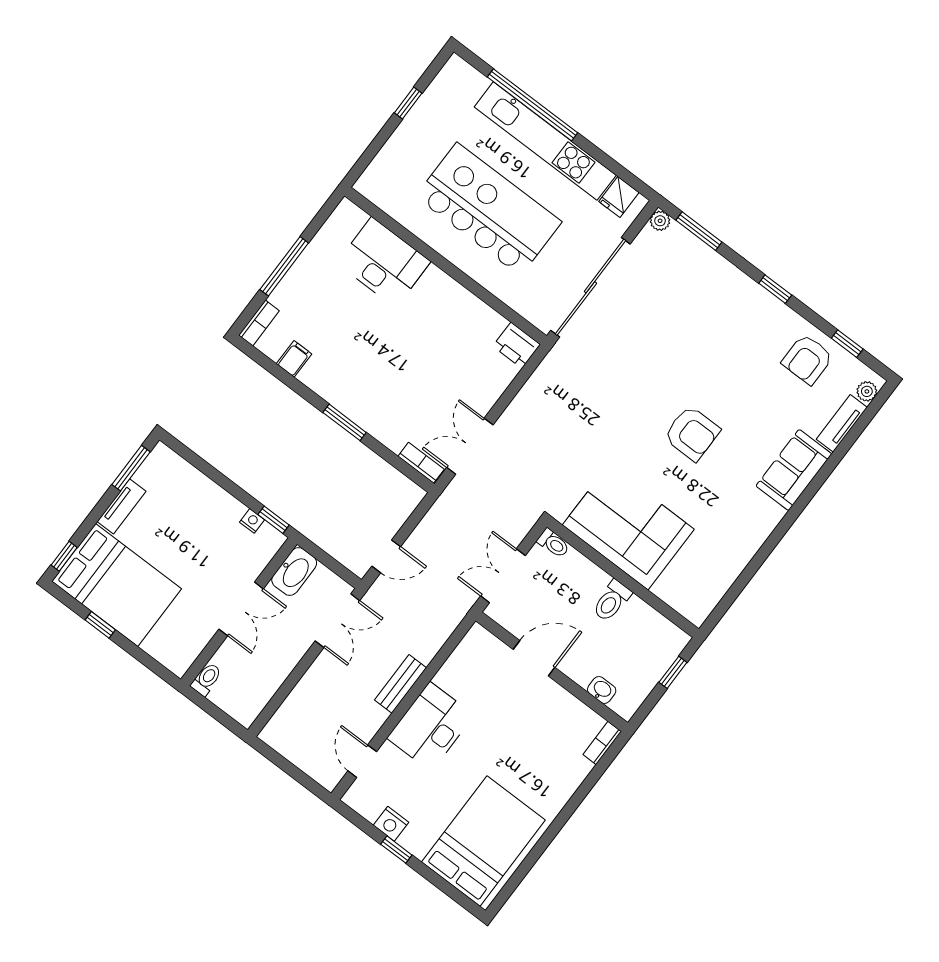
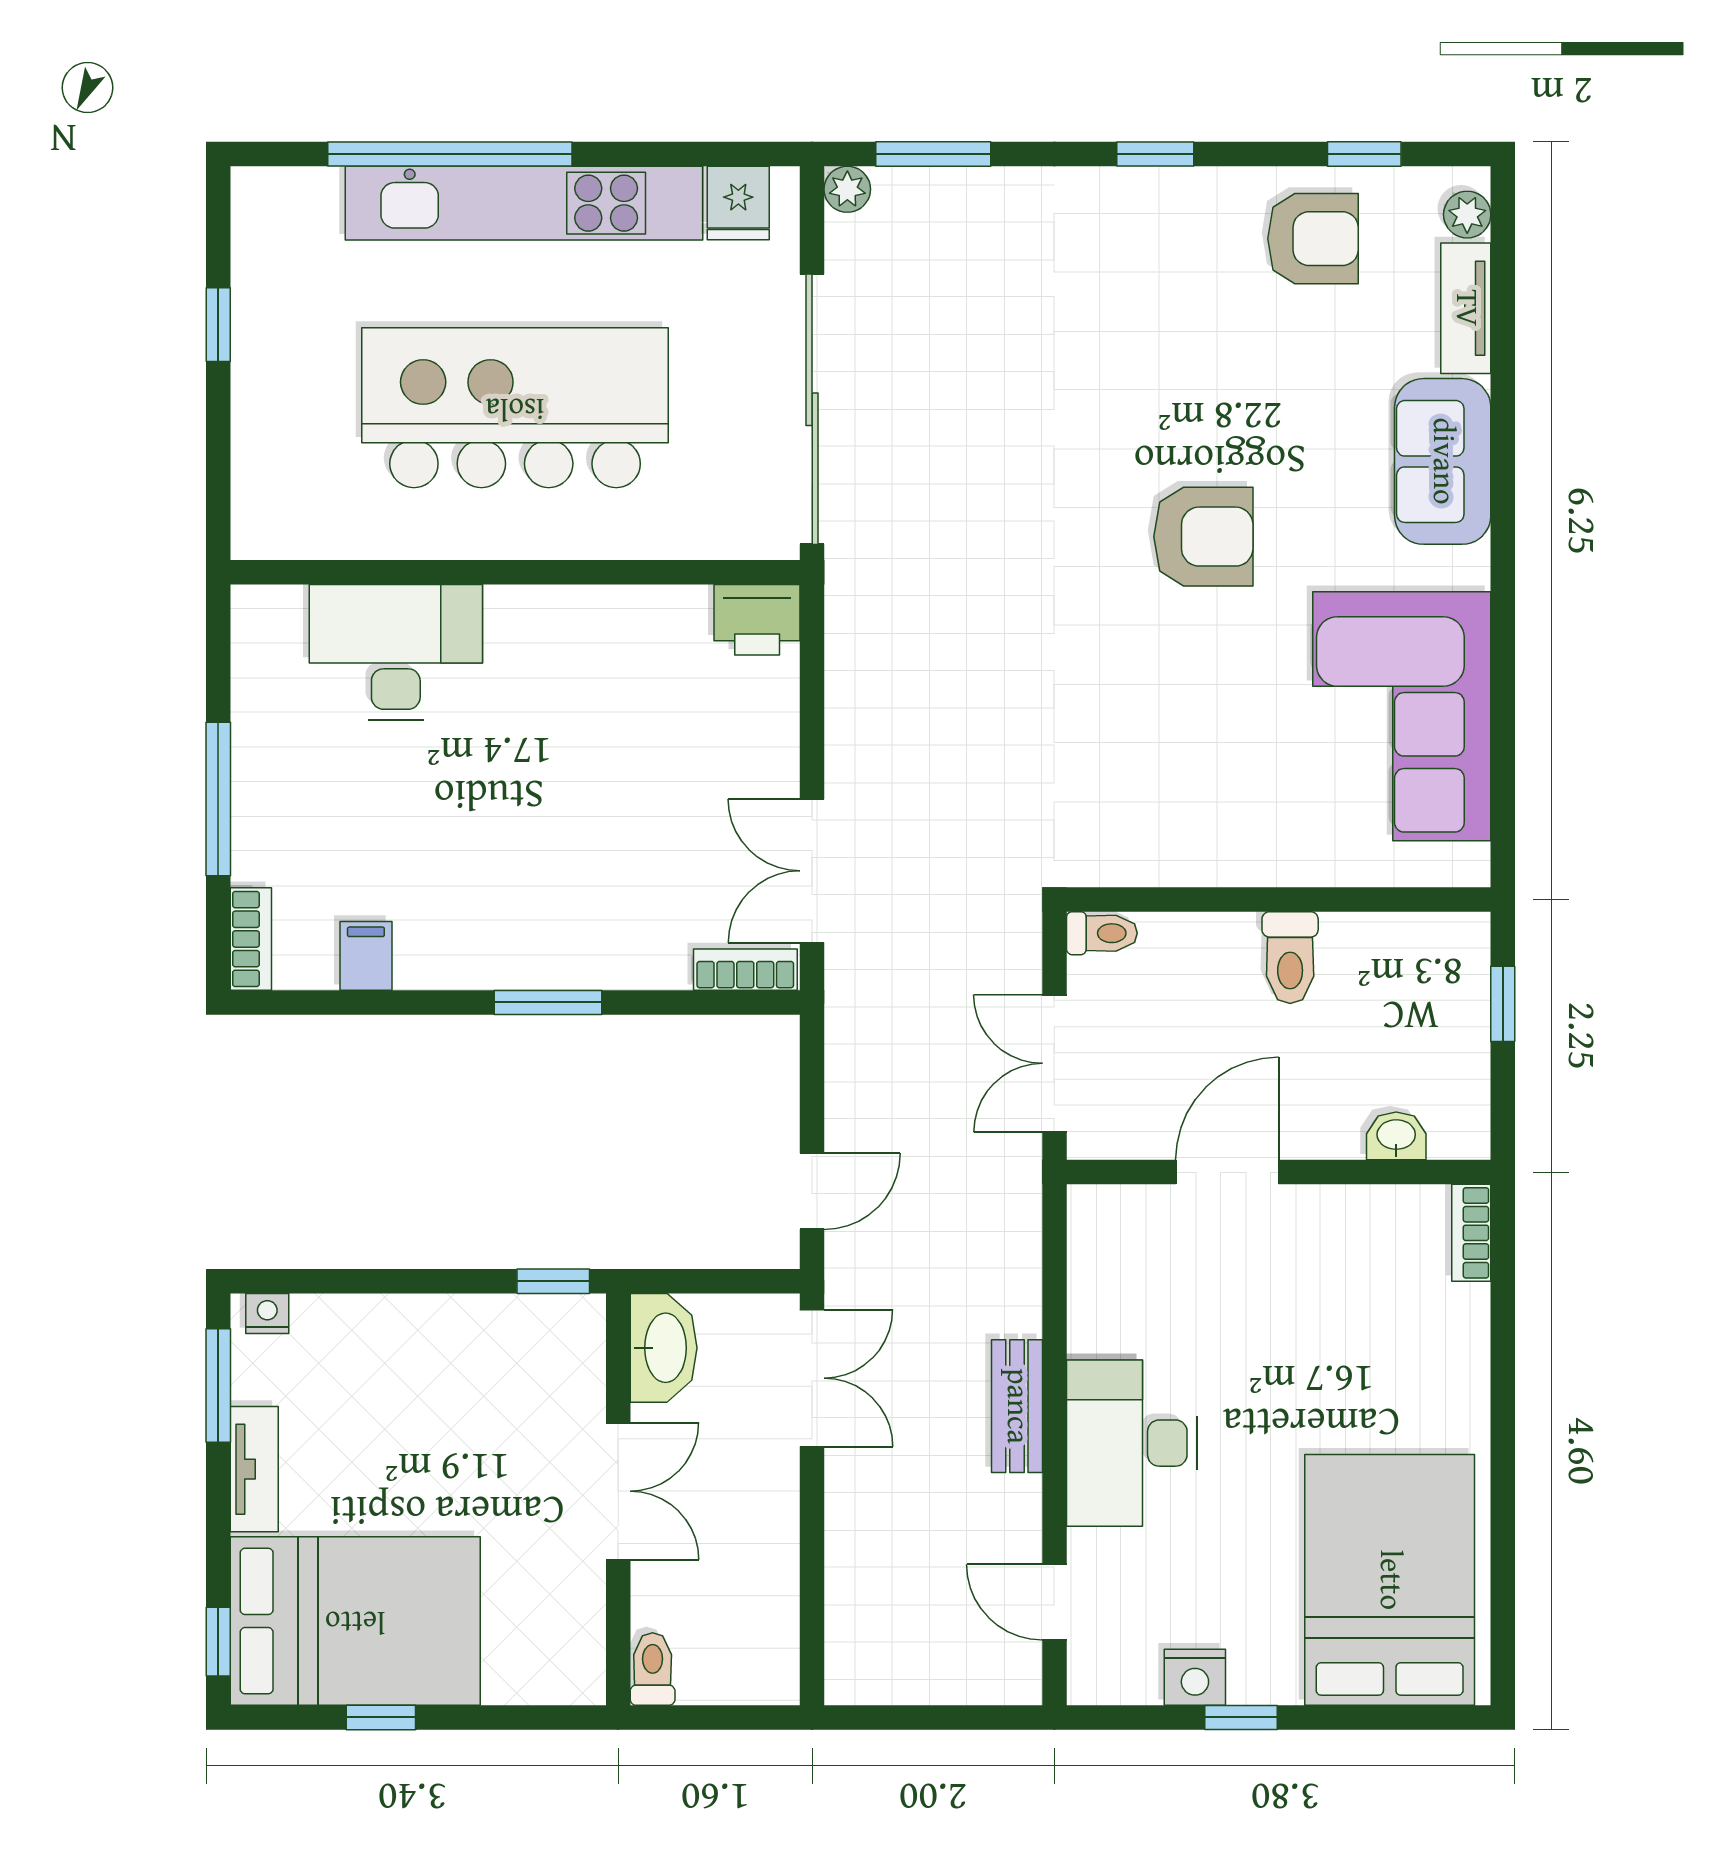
armchair: (807, 359) -> (1313, 239), turned -90
nightstand: (252, 521) -> (267, 1313), moved
corner sofa: (628, 527) -> (1402, 716), moved, turned -90

